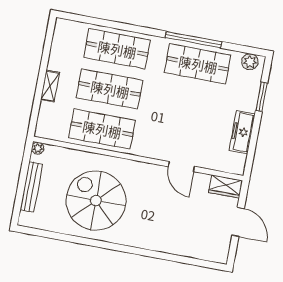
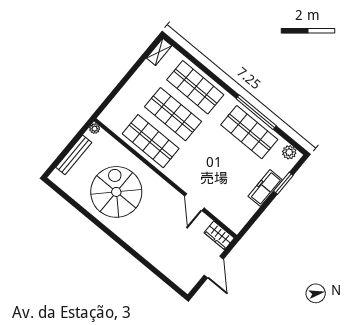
shelving: (50, 86) -> (159, 52), moved
freezer: (242, 132) -> (265, 188), moved

